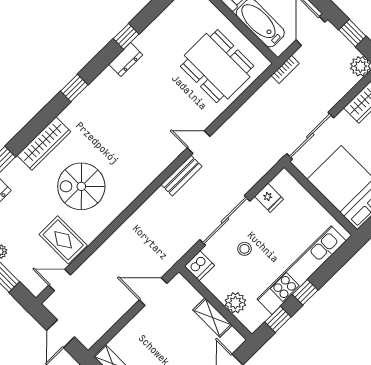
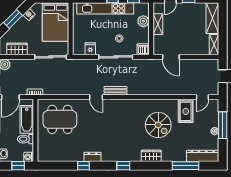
dining table: (217, 66) -> (60, 119), turned 90
wardrobe: (44, 144) -> (151, 156), width x0.67
door: (60, 280) -> (202, 97), hinge flipped

